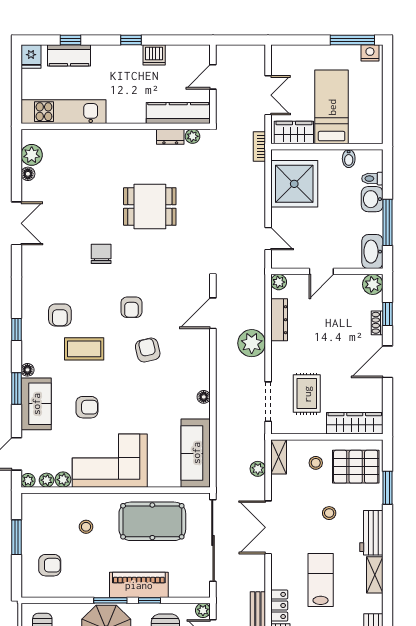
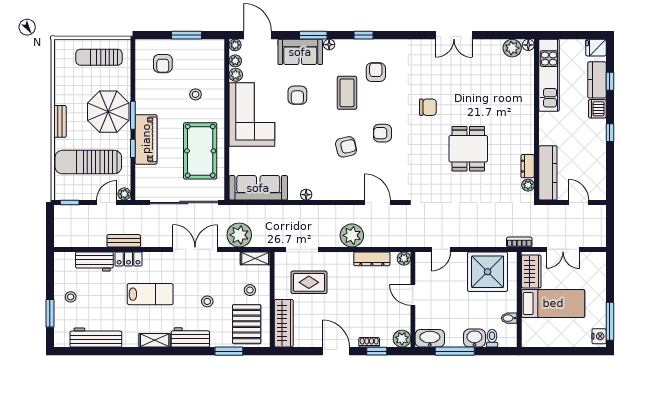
dishwasher: (154, 55) -> (597, 109), moved
floor lamp: (28, 174) -> (528, 45), moved
armchair: (60, 315) -> (376, 72), turned 90
plant: (258, 469) -> (239, 235), width x1.88, depth x1.88

